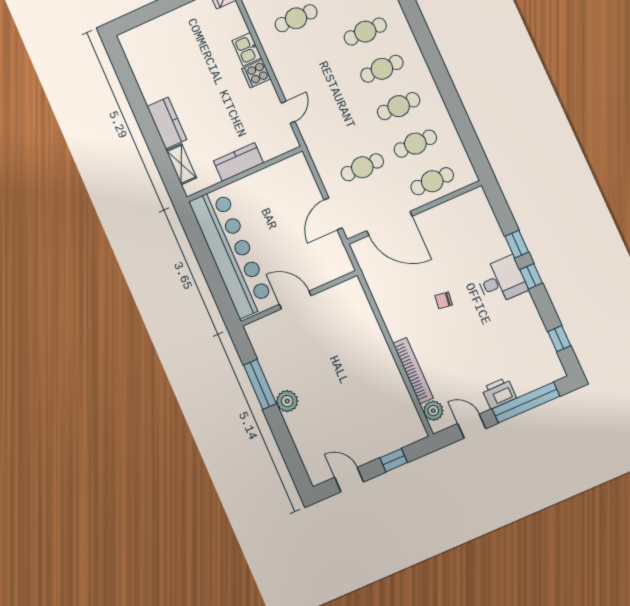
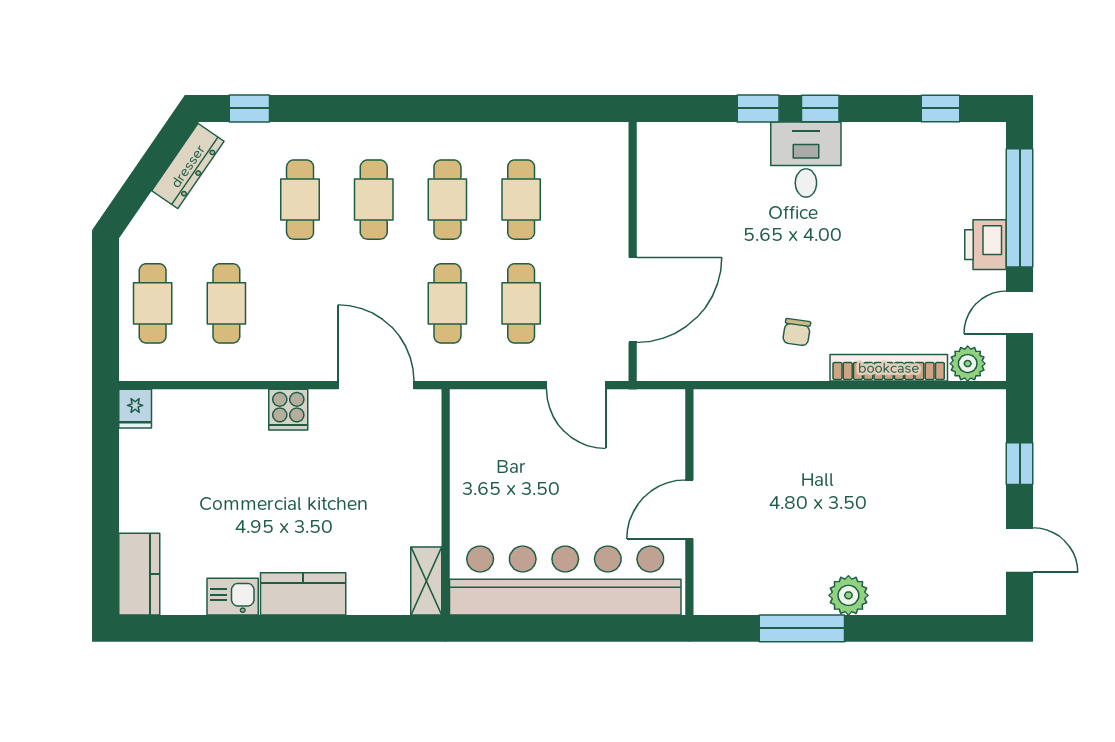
kitchen sink: (247, 49) -> (233, 597), moved, turned 180
door: (288, 112) -> (376, 385), width x1.88
kitchen counter: (238, 162) -> (139, 574), moved, turned 180
shelving: (181, 164) -> (426, 581), moved, turned 90
cafe table: (432, 181) -> (447, 303), moved
chair: (444, 300) -> (797, 332), moved
door: (349, 480) -> (1020, 550), swing flipped

